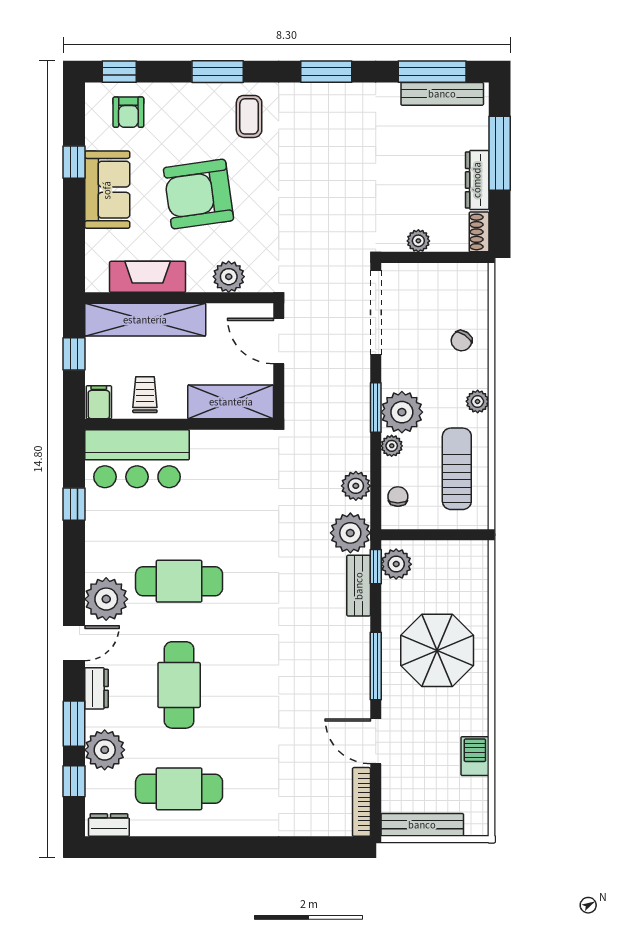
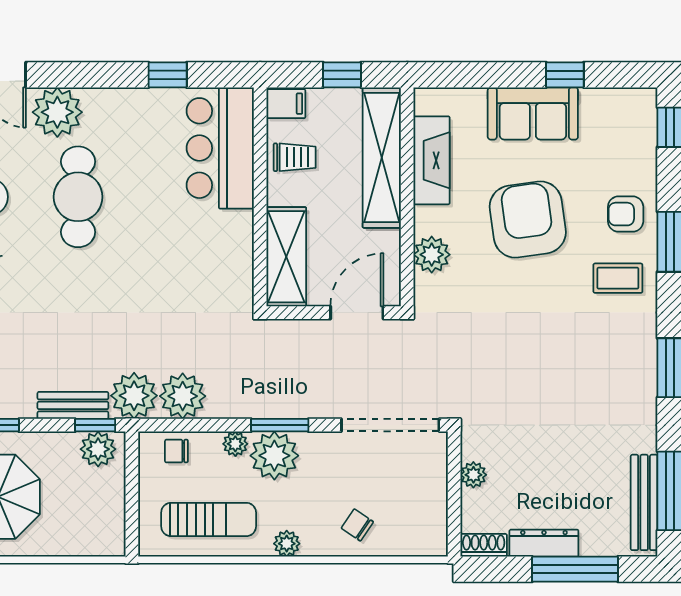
armchair: (128, 112) -> (626, 214), moved
plant: (356, 486) -> (183, 396), width x1.36, depth x1.36
chair: (398, 496) -> (176, 451), turned 180

